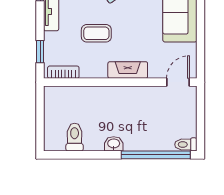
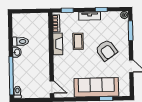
fireplace: (128, 70) -> (58, 44), moved
toilet: (75, 137) -> (20, 42), moved

